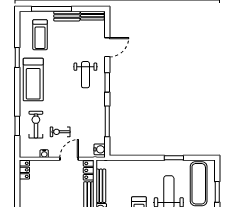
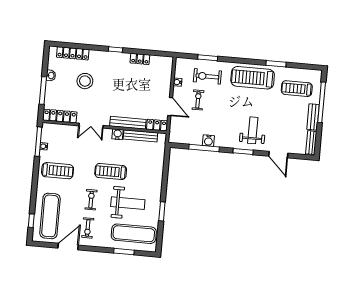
weight bench: (85, 75) -> (253, 130), turned 90
exercise bike: (36, 125) -> (207, 76), turned 180
water cooler: (100, 149) -> (208, 141), moved
locker: (24, 170) -> (140, 59), moved

